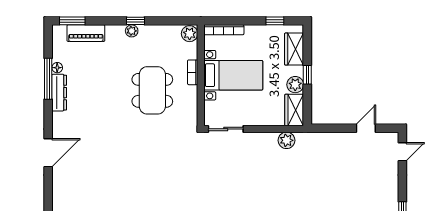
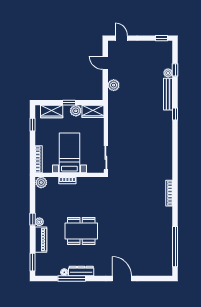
piano: (86, 33) -> (41, 240), moved
dining table: (152, 90) -> (81, 231), moved
plant: (286, 140) -> (114, 85), moved

